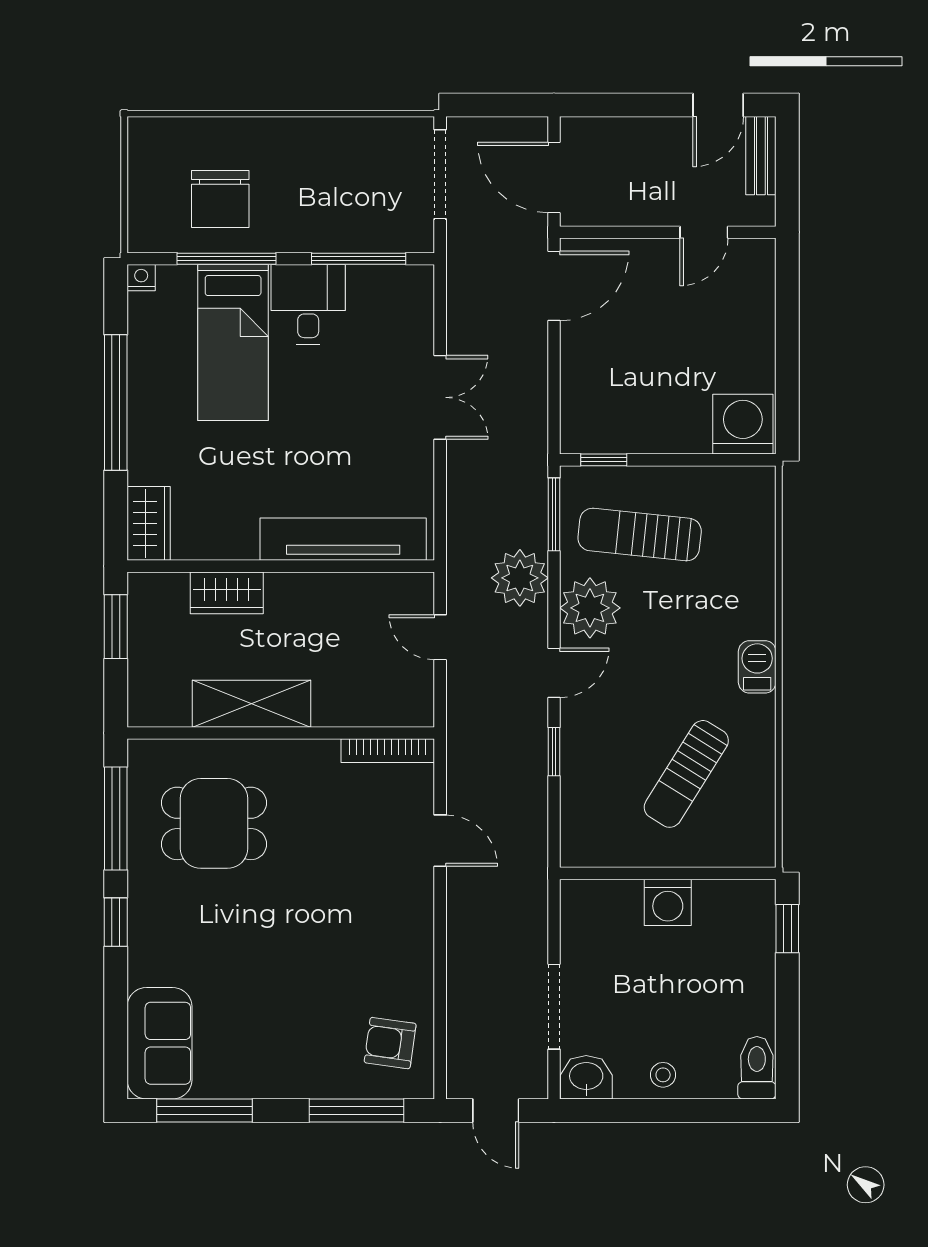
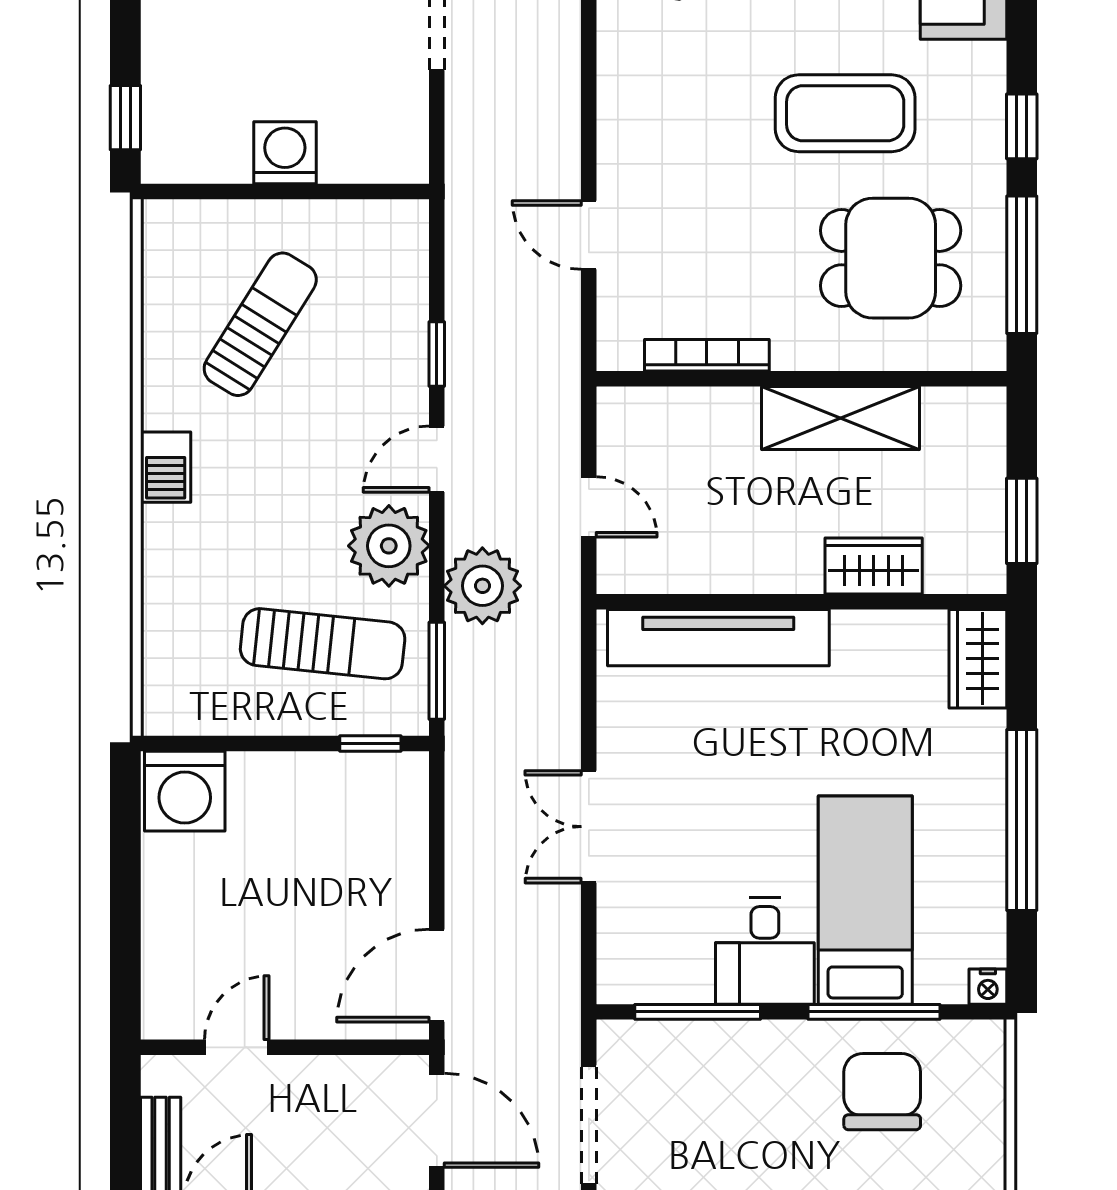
bookcase: (388, 751) -> (707, 355), moved
coffee table: (248, 932) -> (845, 113), added

